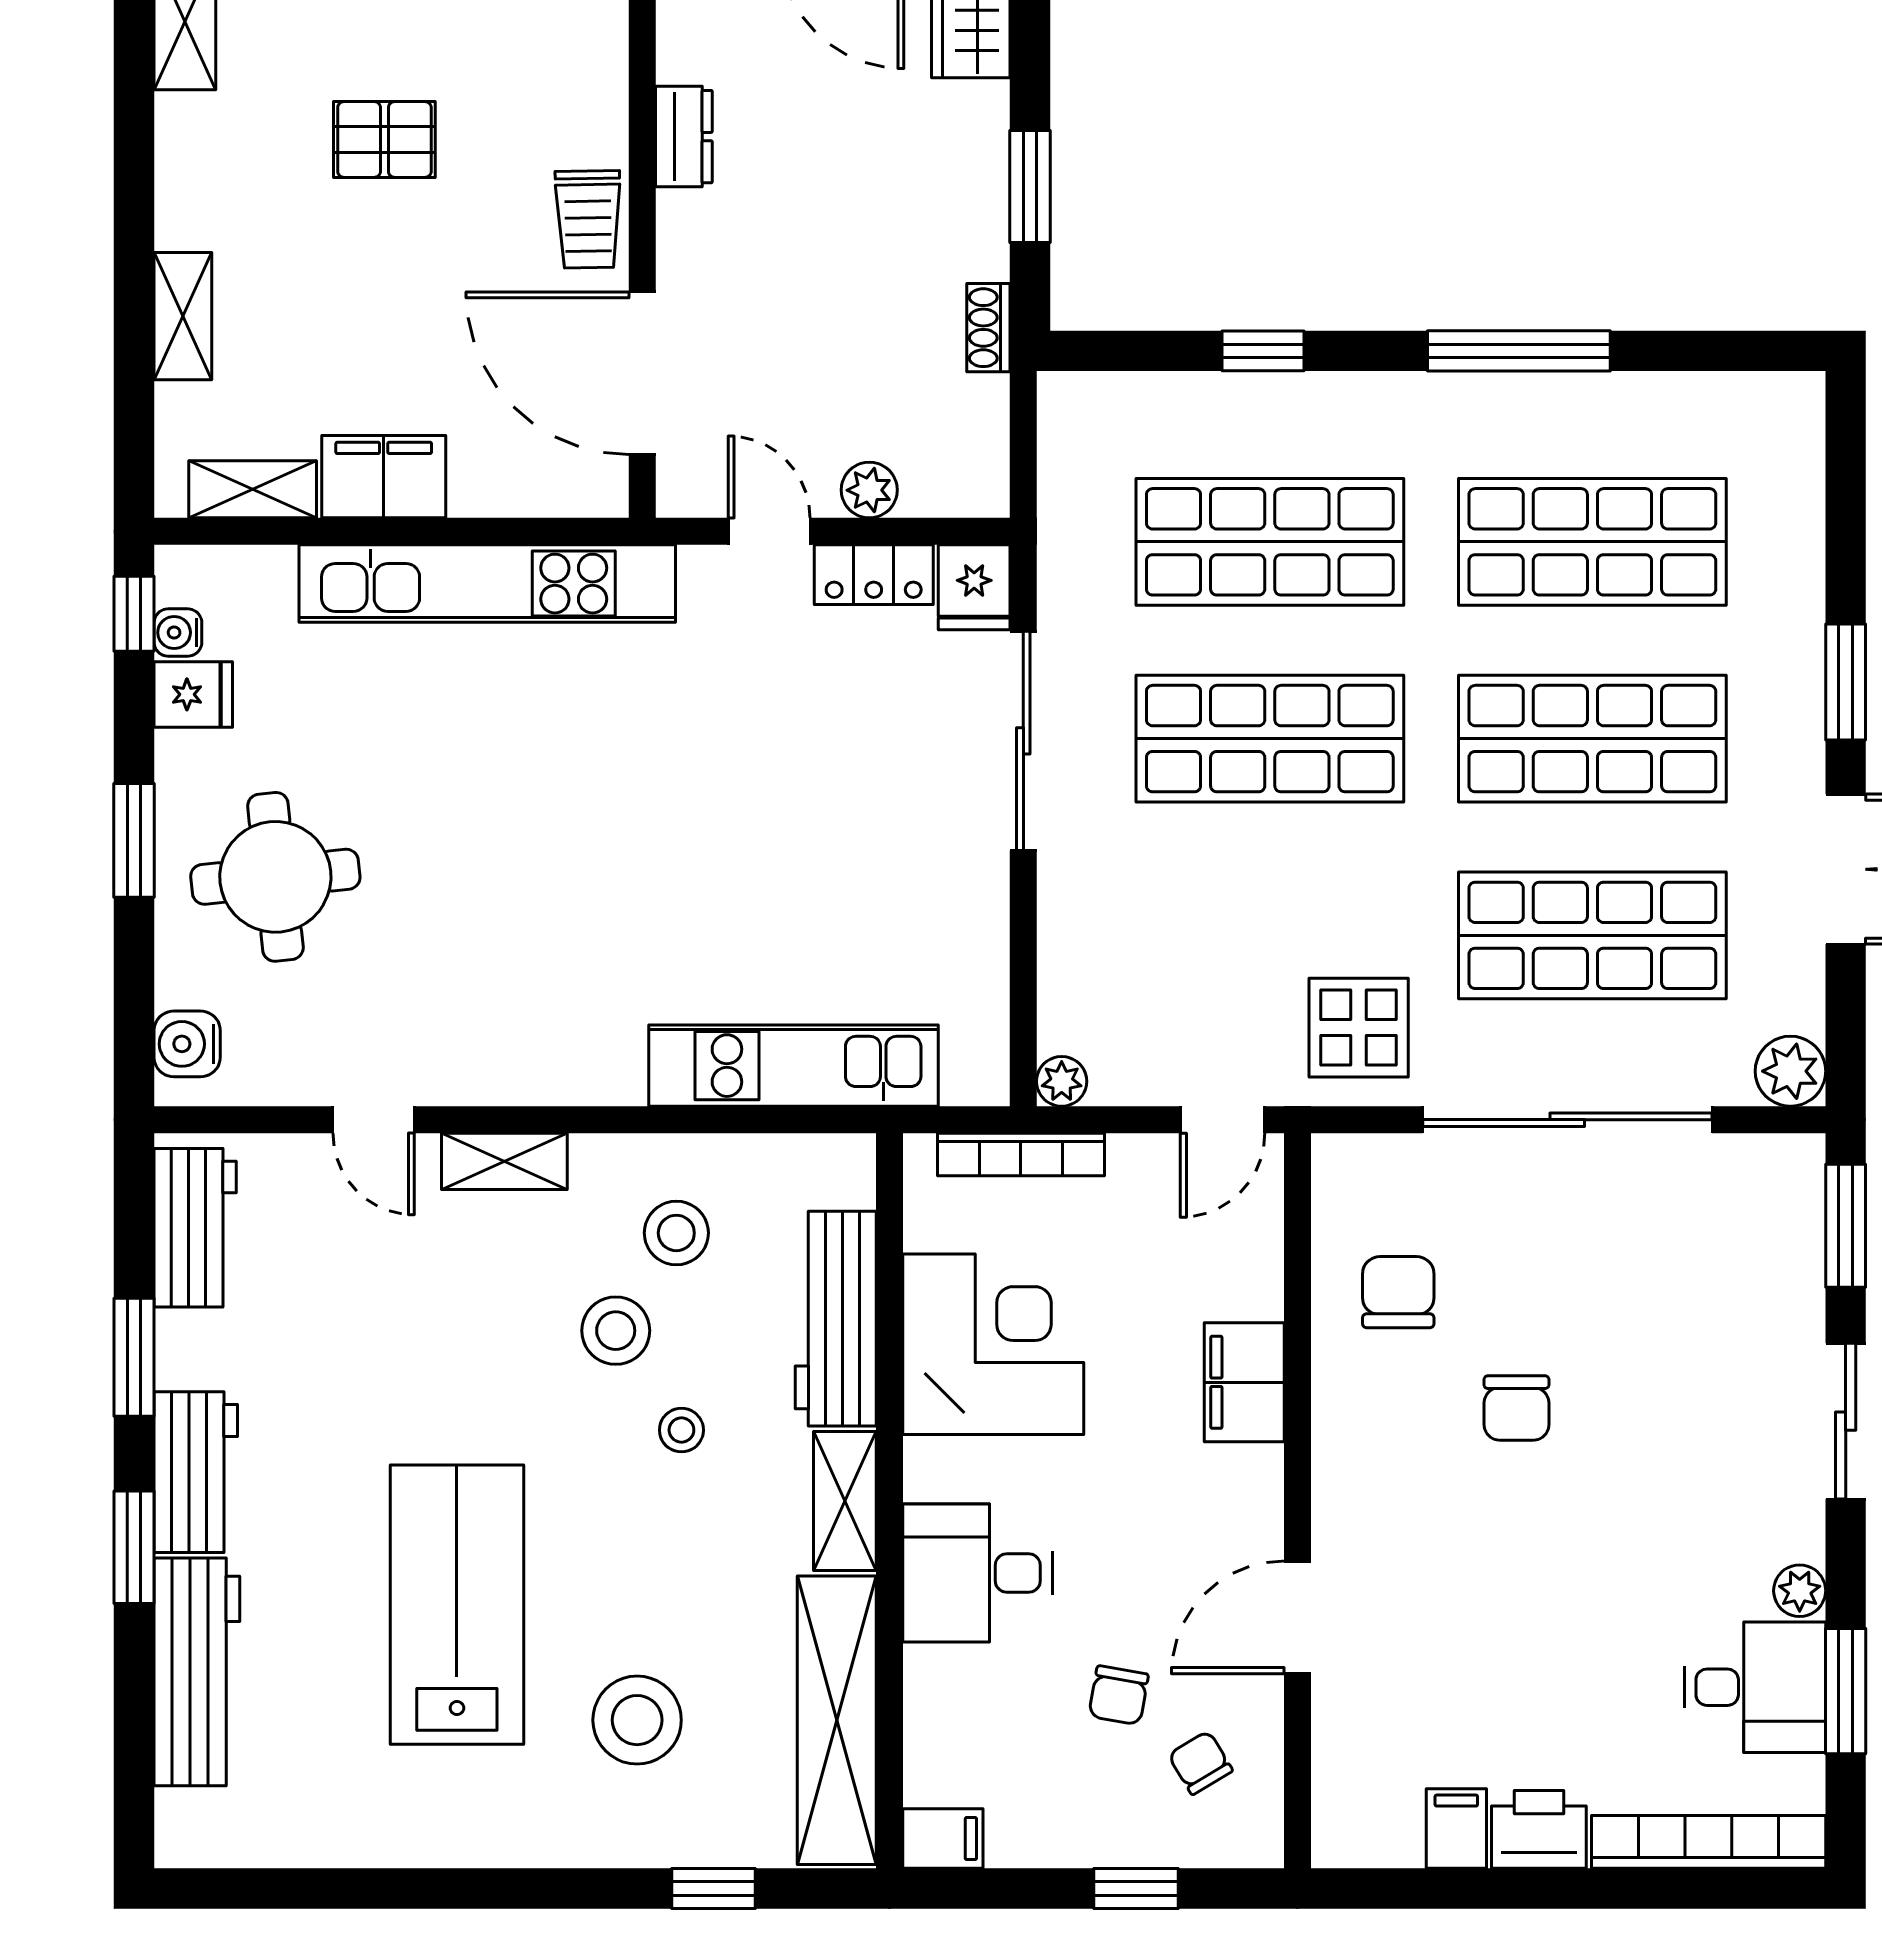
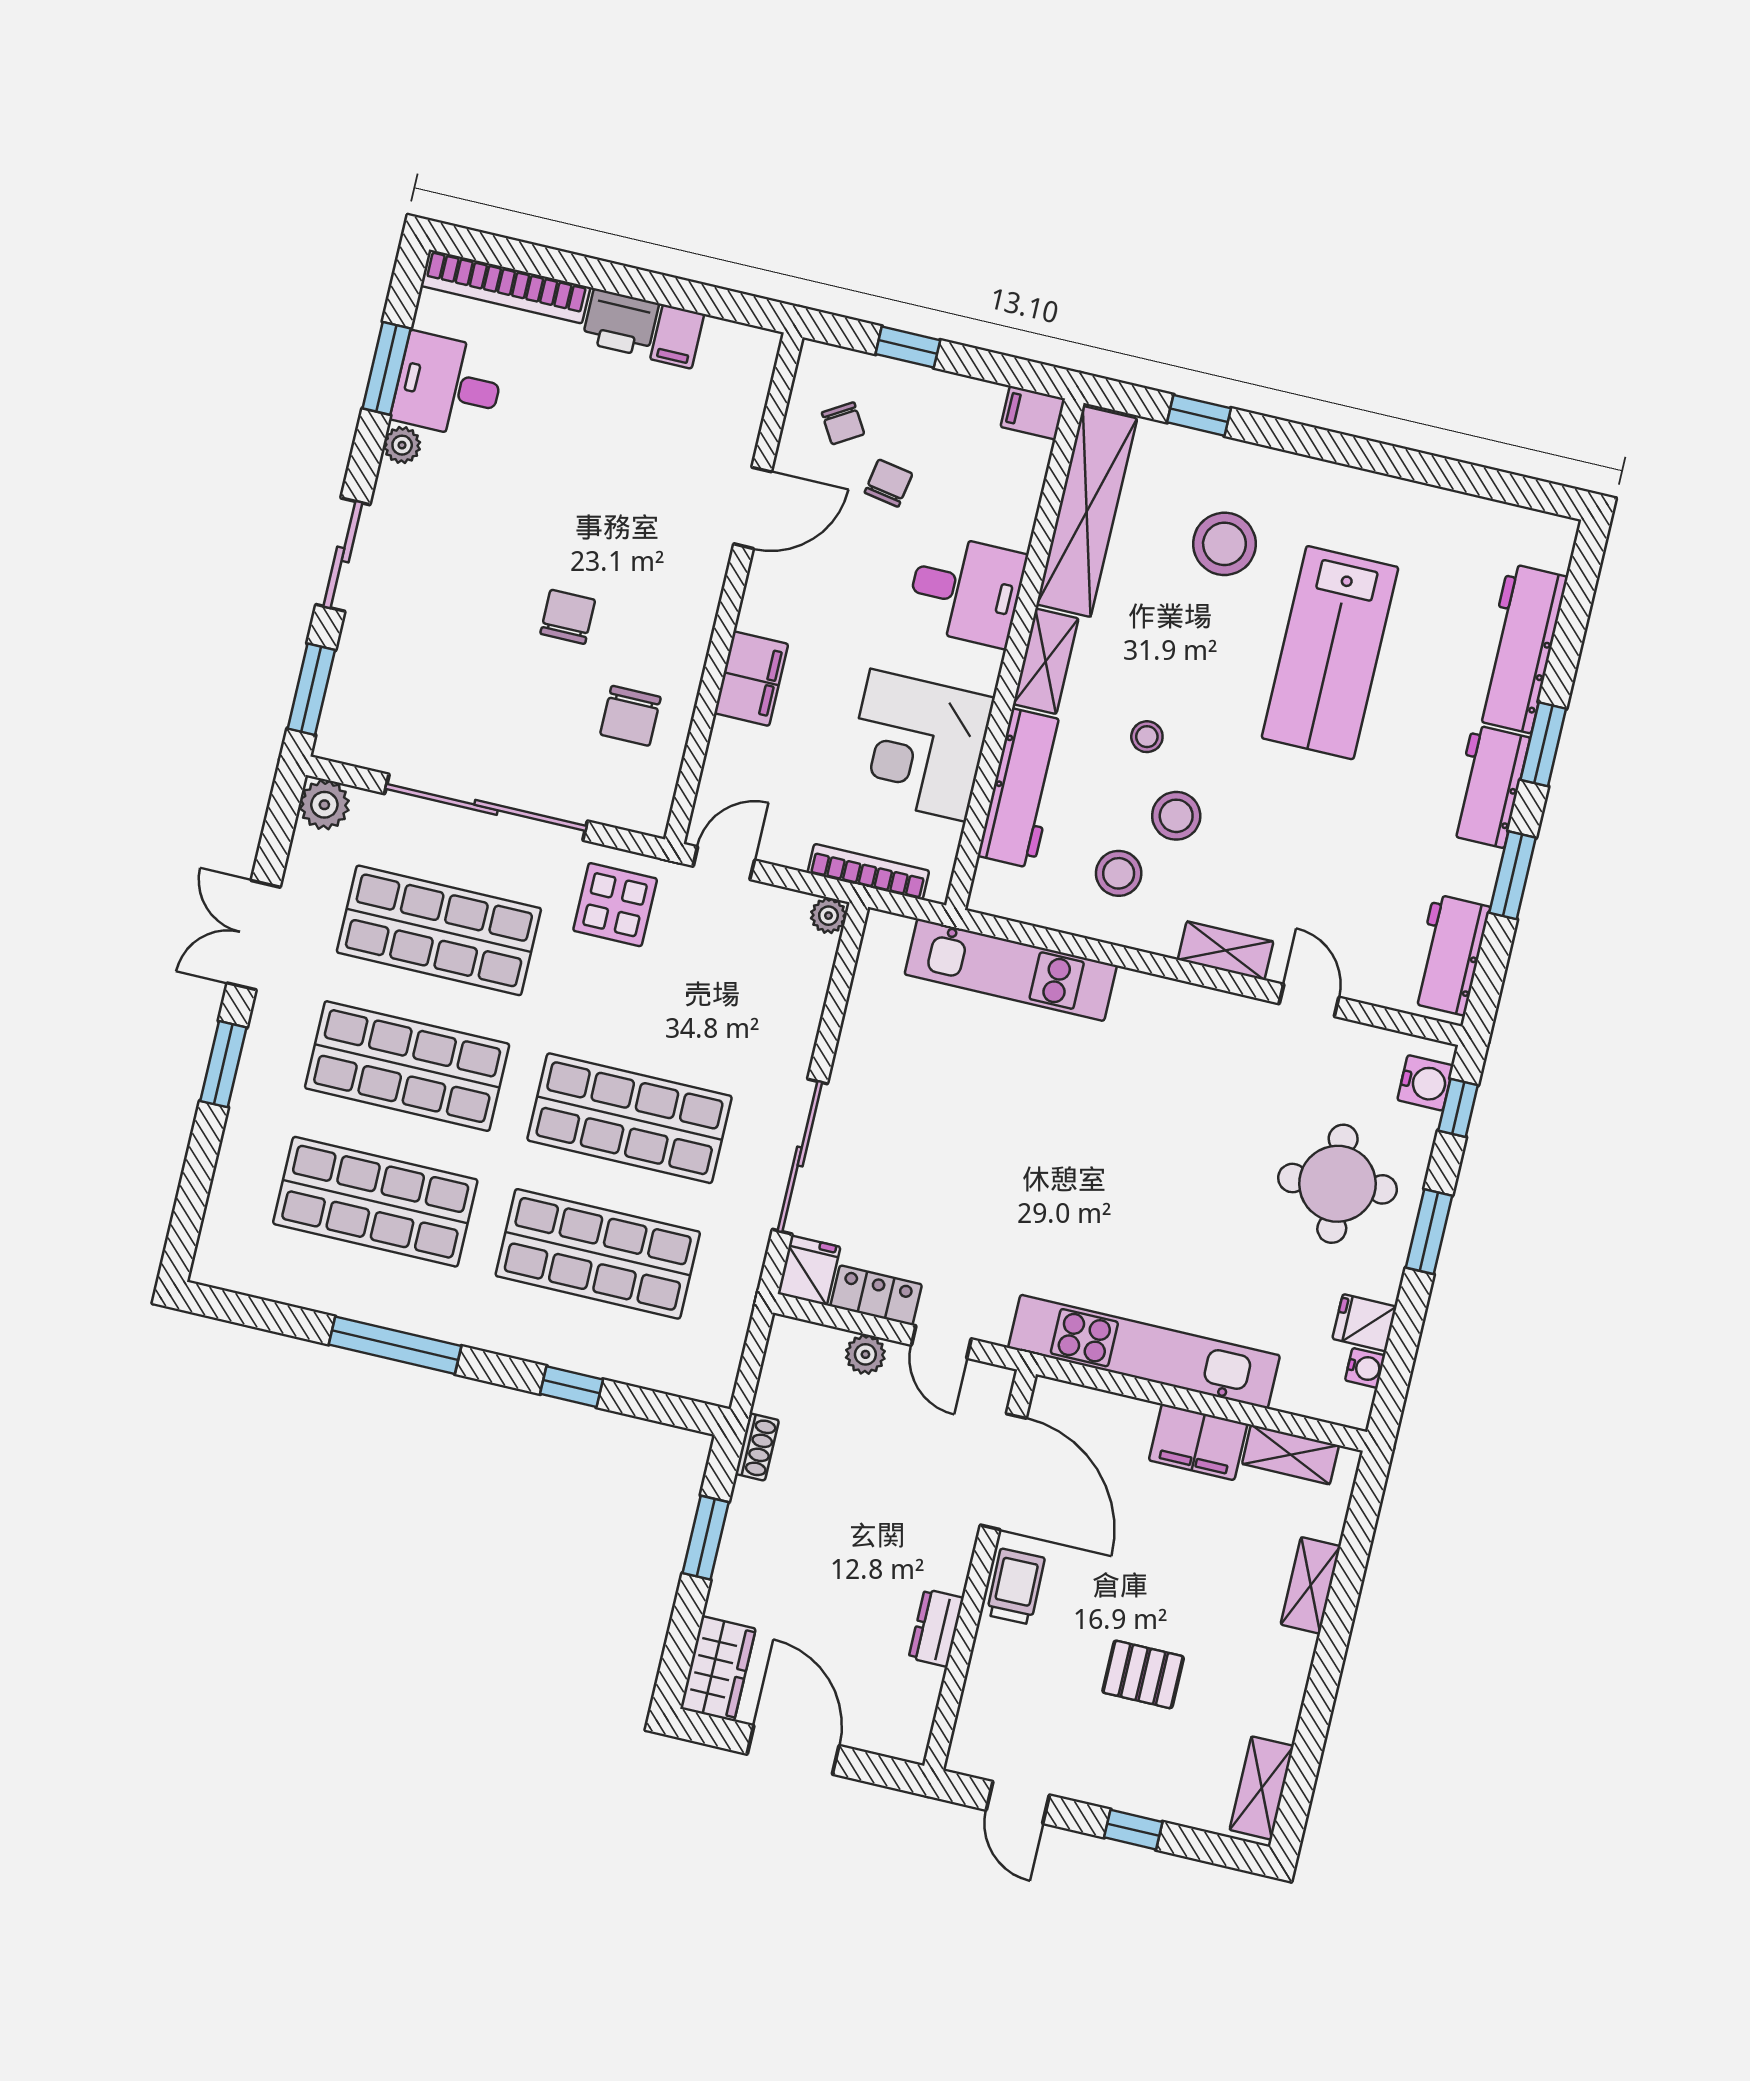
window: (134, 614) -> (1458, 1108), moved

